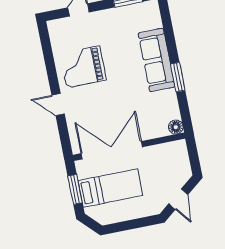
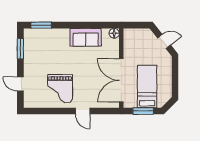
sofa: (157, 60) -> (86, 37), moved, width x0.73
window: (178, 77) -> (41, 25), moved
door: (58, 105) -> (83, 111), hinge flipped

